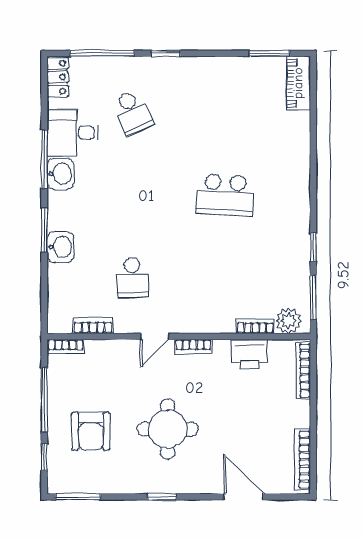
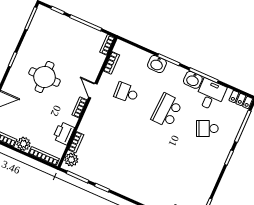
school desk: (225, 195) -> (167, 111), moved
plant: (298, 414) -> (24, 144), added
armchair: (91, 431) -> (60, 39), removed

